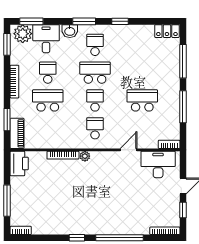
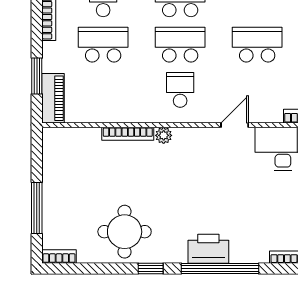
school desk: (95, 100) -> (180, 45), width x1.85
printer: (19, 163) -> (208, 249), moved, turned -90
round table: (61, 215) -> (125, 232), added

